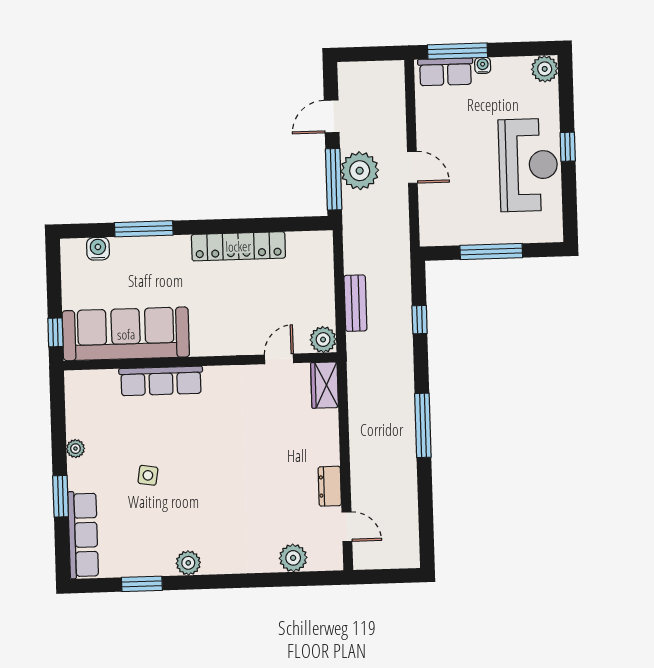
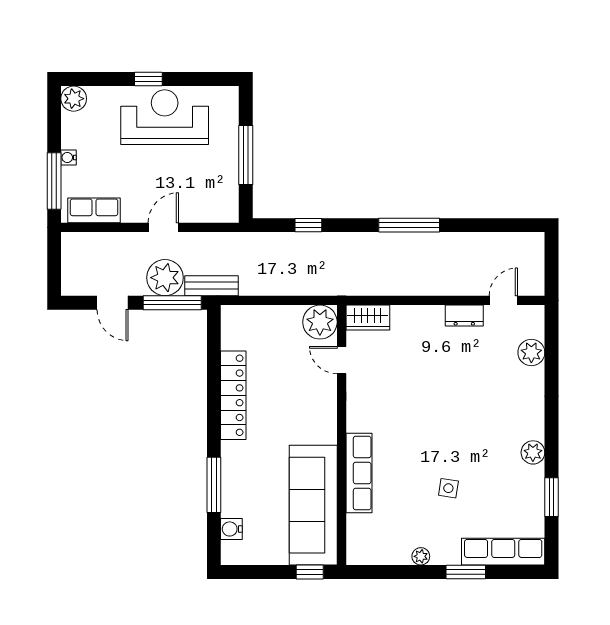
row of seats: (445, 72) -> (94, 210), moved, turned -90
bench: (355, 303) -> (212, 286), moved
plant: (323, 340) -> (320, 322), width x1.36, depth x1.36

